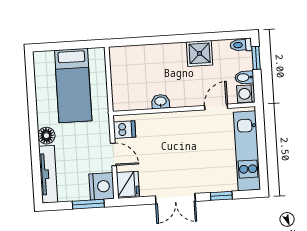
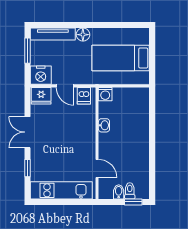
toilet: (241, 45) -> (130, 191), moved
shower: (200, 53) -> (140, 158), removed
washing machine: (246, 94) -> (105, 94), moved, turned 180
door: (113, 154) -> (65, 86), hinge flipped
window: (88, 204) -> (27, 51), moved

